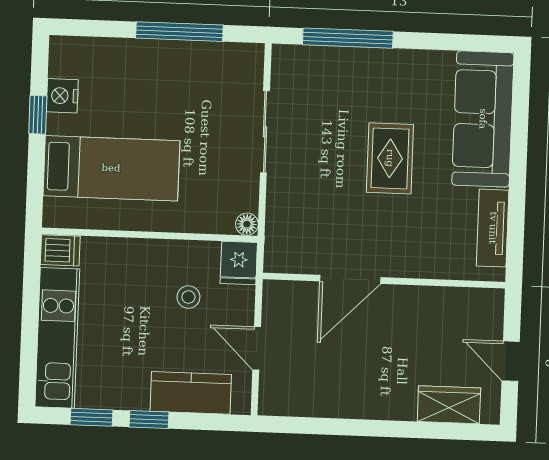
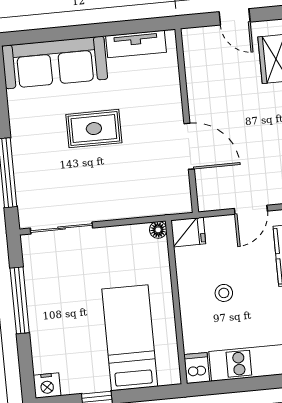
nightstand: (62, 96) -> (47, 385), moved
sliding door: (265, 132) -> (62, 228), moved
stool: (188, 297) -> (224, 293), moved
door: (511, 361) -> (235, 17), hinge flipped

